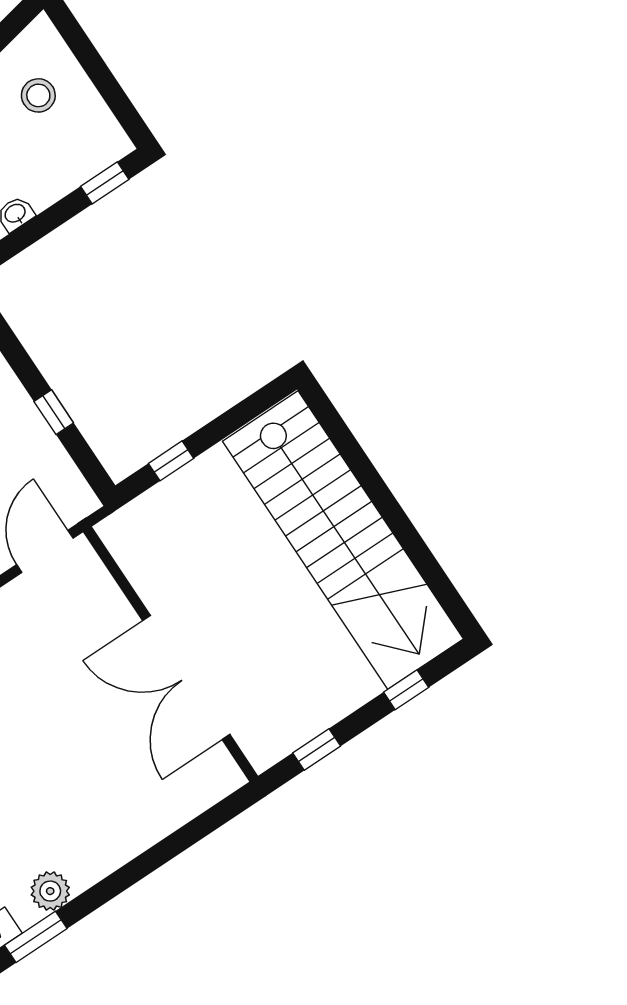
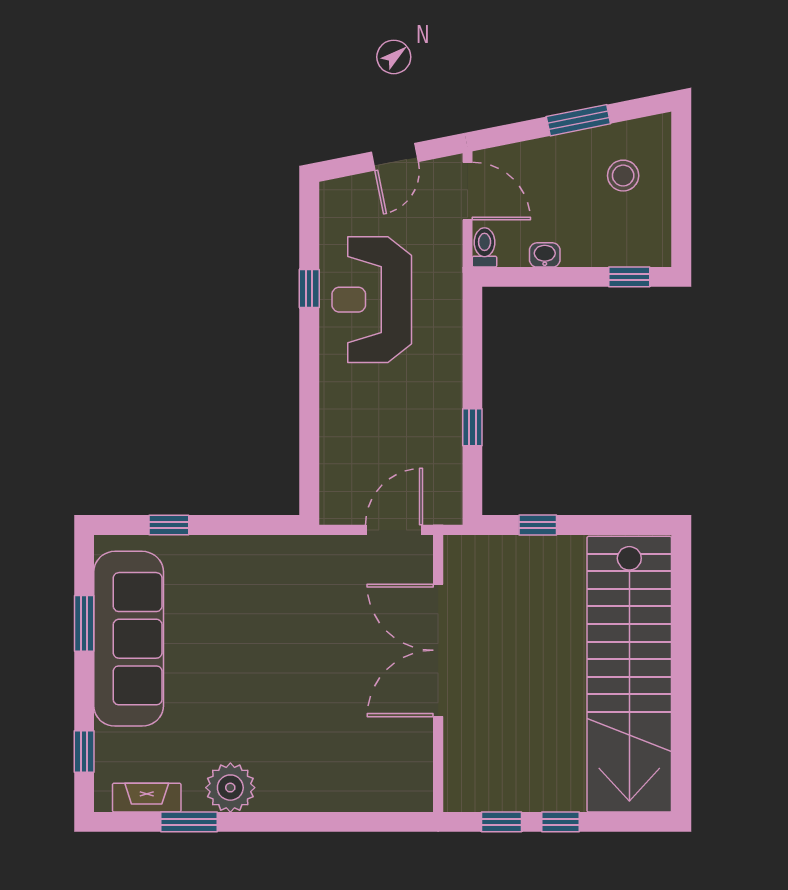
double door: (186, 677) -> (438, 650), moved
window: (406, 690) -> (560, 822), moved
plant: (50, 891) -> (230, 788), width x1.36, depth x1.36

